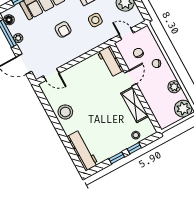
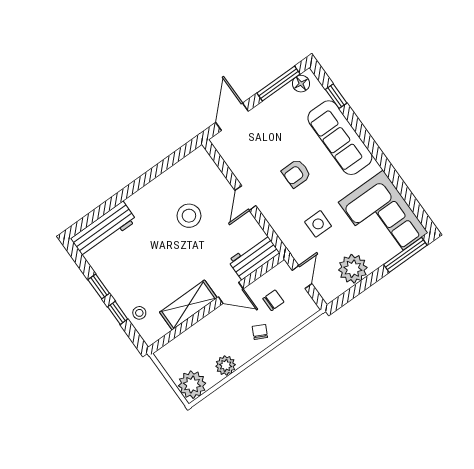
plant: (18, 38) -> (273, 102), removed
door: (51, 75) -> (245, 198), moved
stool: (65, 112) -> (189, 216), moved

